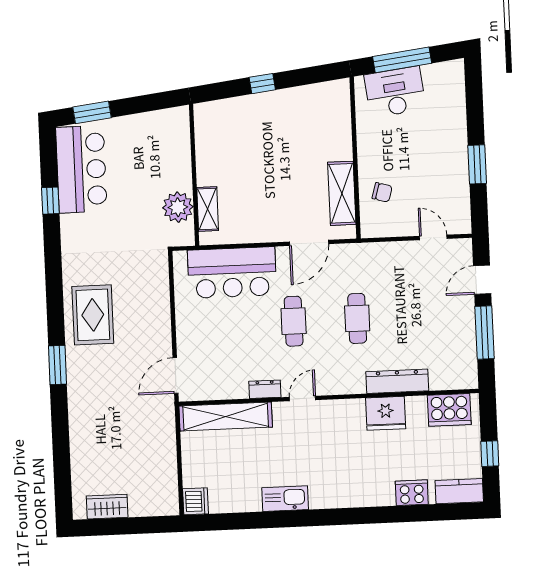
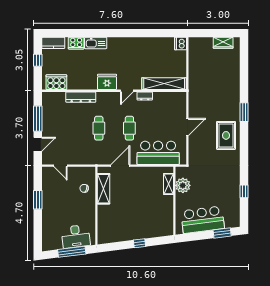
bar counter: (81, 169) -> (203, 220), moved, turned 83
door: (176, 375) -> (187, 127), moved
fridge: (386, 413) -> (107, 82), moved
kitchen sink: (285, 499) -> (96, 43), moved

